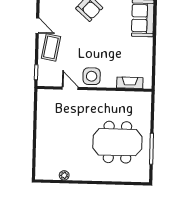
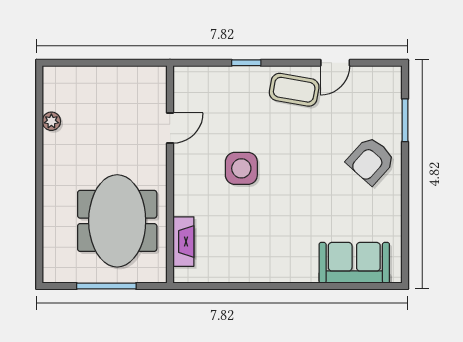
fireplace: (130, 83) -> (183, 242), moved
door: (70, 88) -> (170, 128), moved
wall: (94, 89) -> (170, 174), moved

